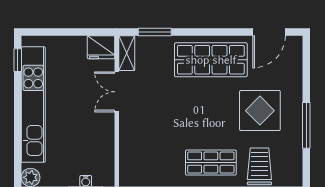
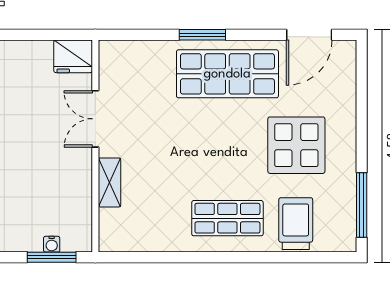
window: (155, 32) -> (202, 35), moved
shelving: (127, 53) -> (109, 182), moved
window: (306, 125) -> (362, 205), moved

